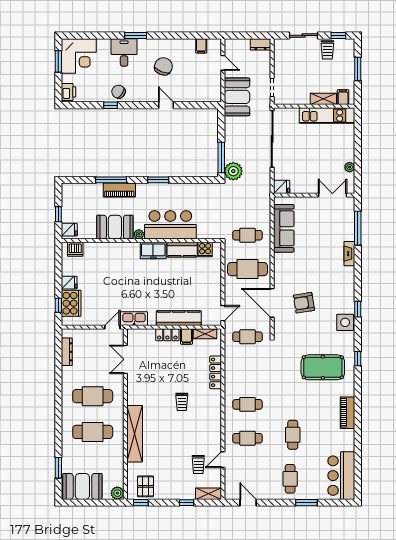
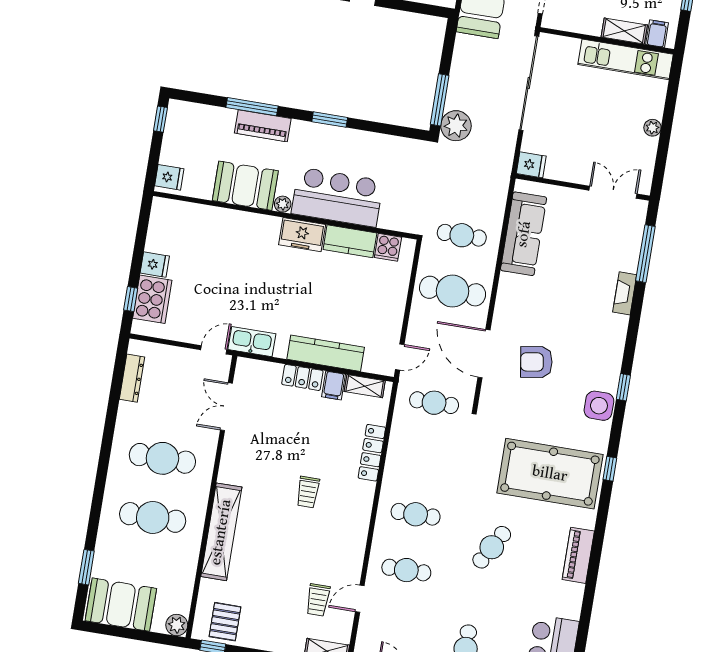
plant: (350, 167) -> (652, 128), moved
window: (58, 214) -> (160, 119), moved
dishwasher: (75, 249) -> (174, 211), removed
pool table: (323, 367) -> (550, 474), width x1.36, depth x1.32
cafe table: (293, 435) -> (492, 547), moved, turned 30

